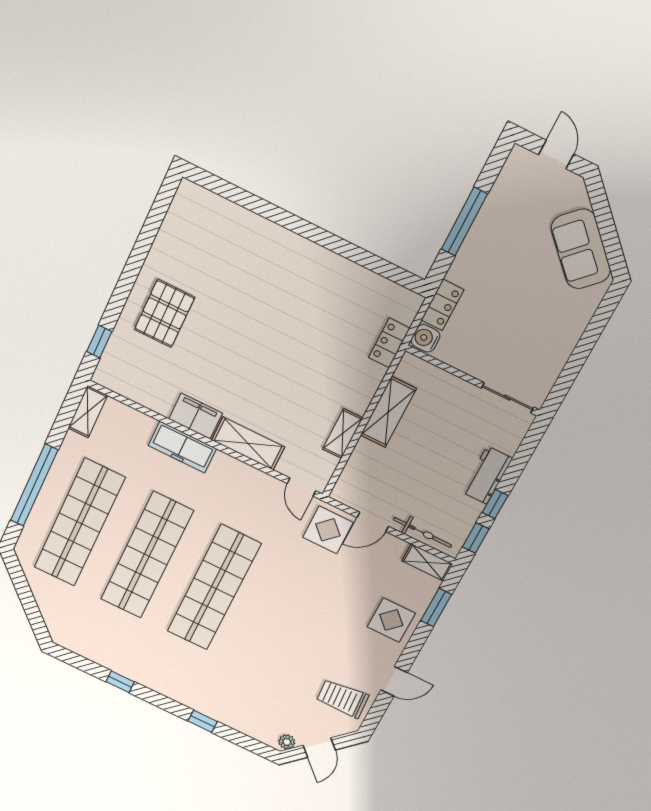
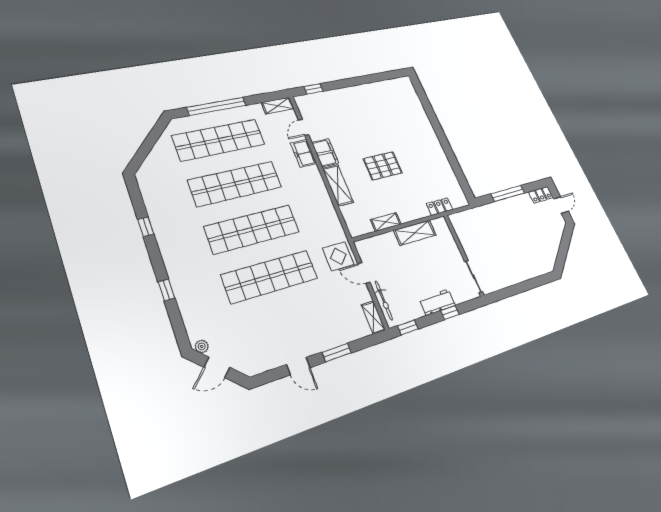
sofa: (581, 249) -> (548, 247), removed
locker: (443, 305) -> (541, 195), moved
pallet: (165, 313) -> (383, 166), moved
water cooler: (426, 338) -> (457, 220), removed
freezer: (182, 447) -> (304, 153), width x0.71
door: (302, 487) -> (304, 127), moved
window: (495, 504) -> (450, 313), moved
window: (436, 608) -> (337, 353), moved
shop shelf: (281, 620) -> (270, 277), added
display table: (391, 620) -> (328, 330), removed
trolley: (342, 699) -> (260, 350), removed

